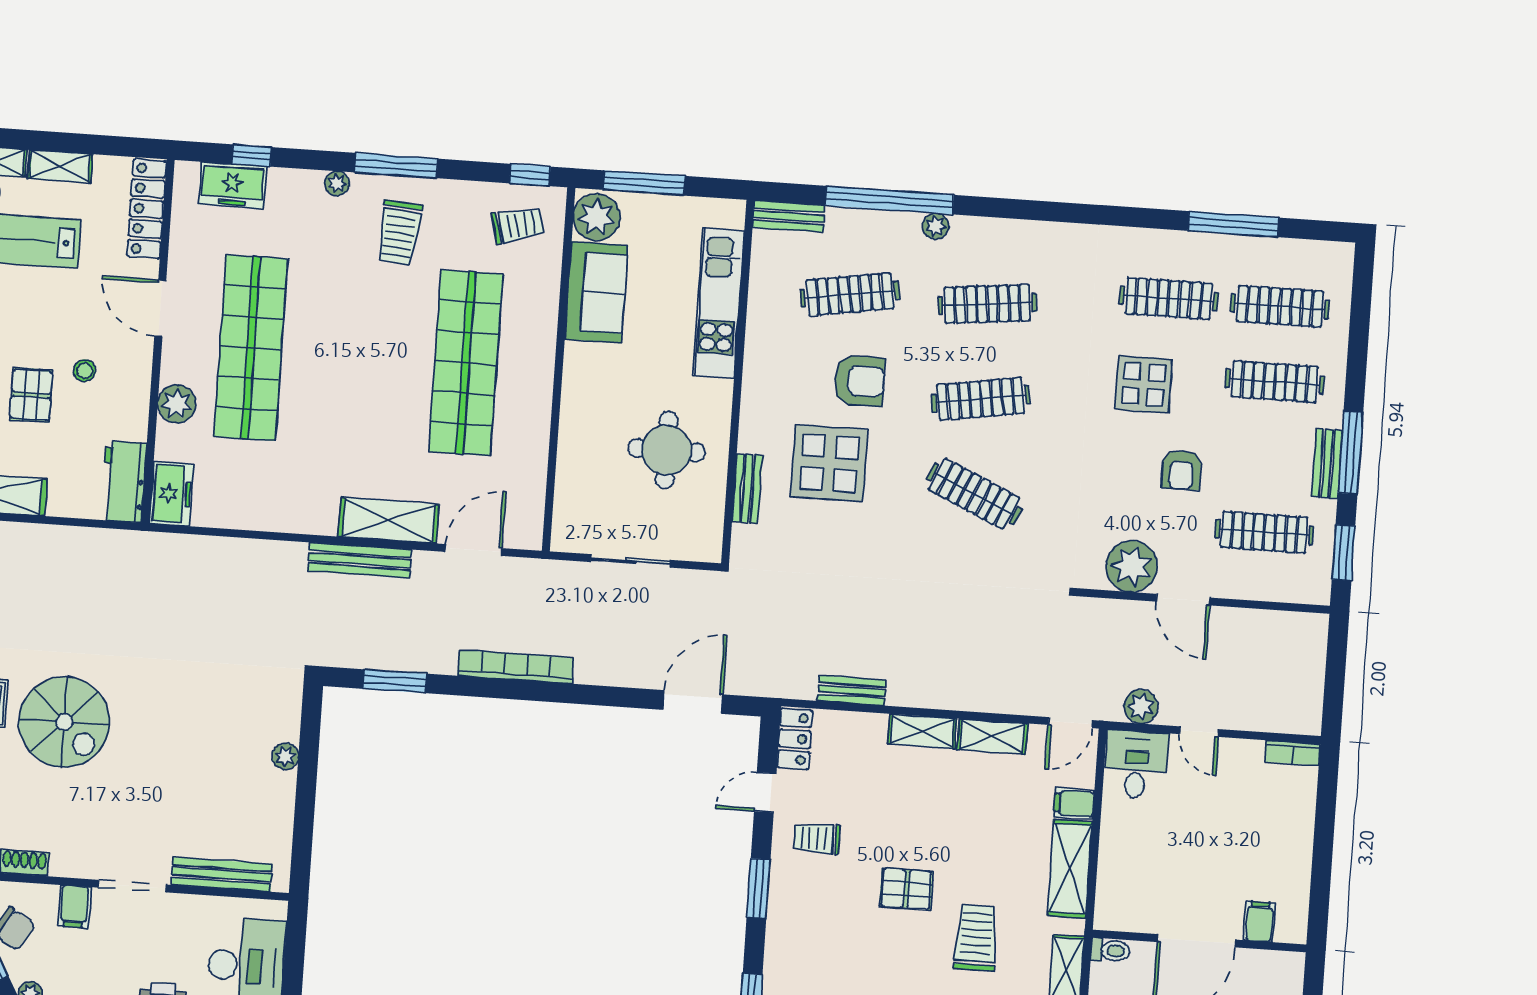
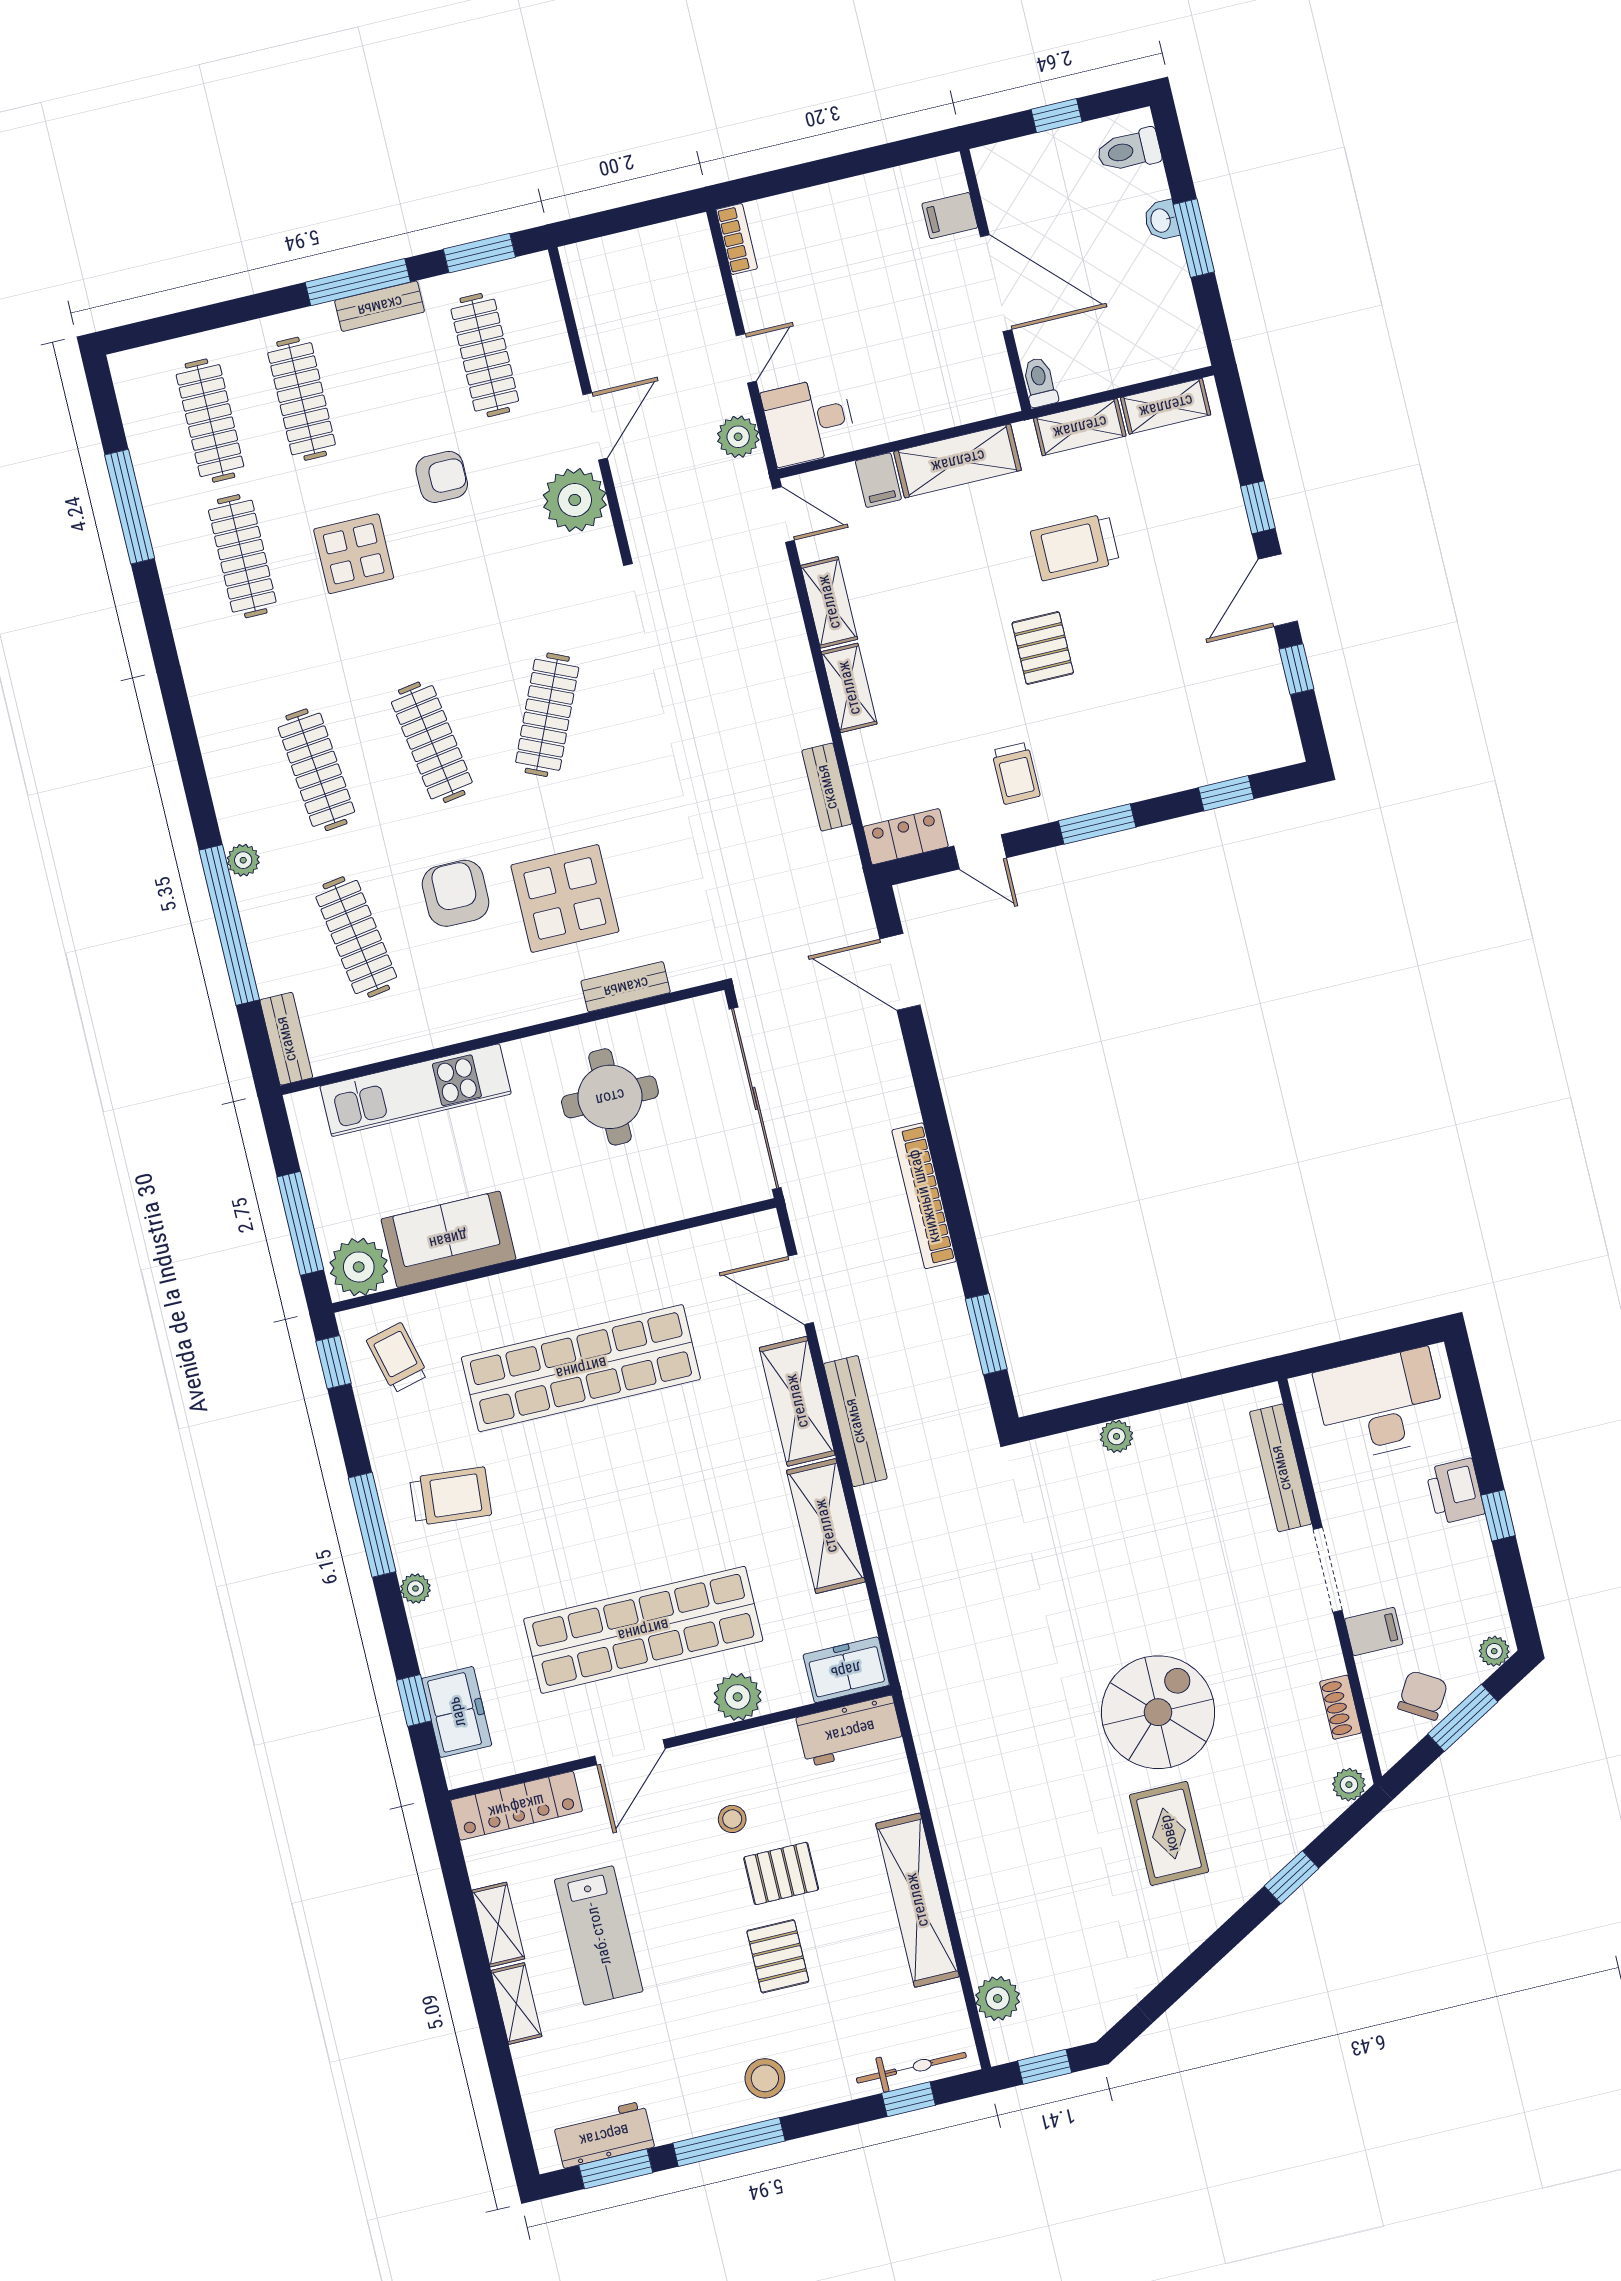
shelving: (286, 512) -> (826, 1526), added
sliding door: (631, 561) -> (755, 1098), width x1.86

